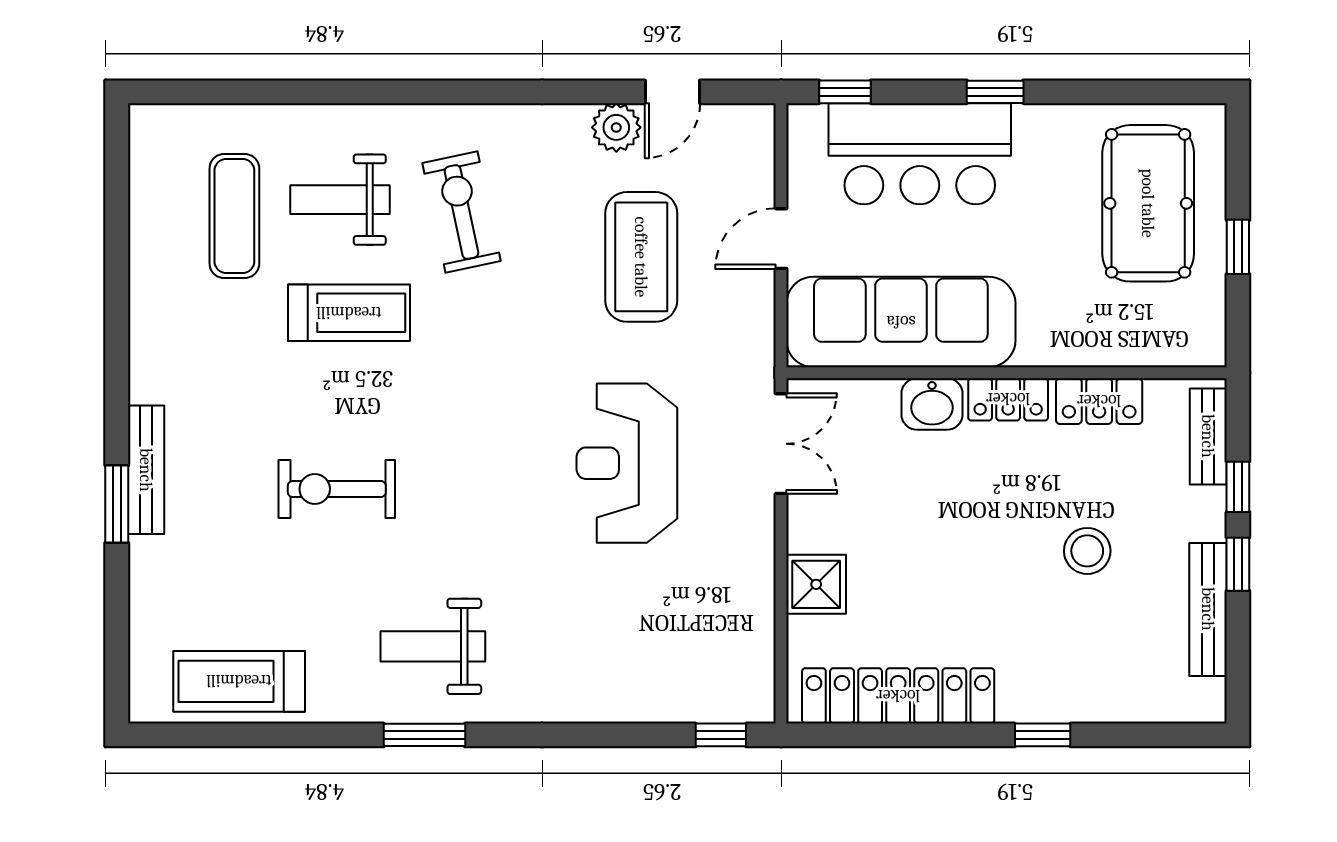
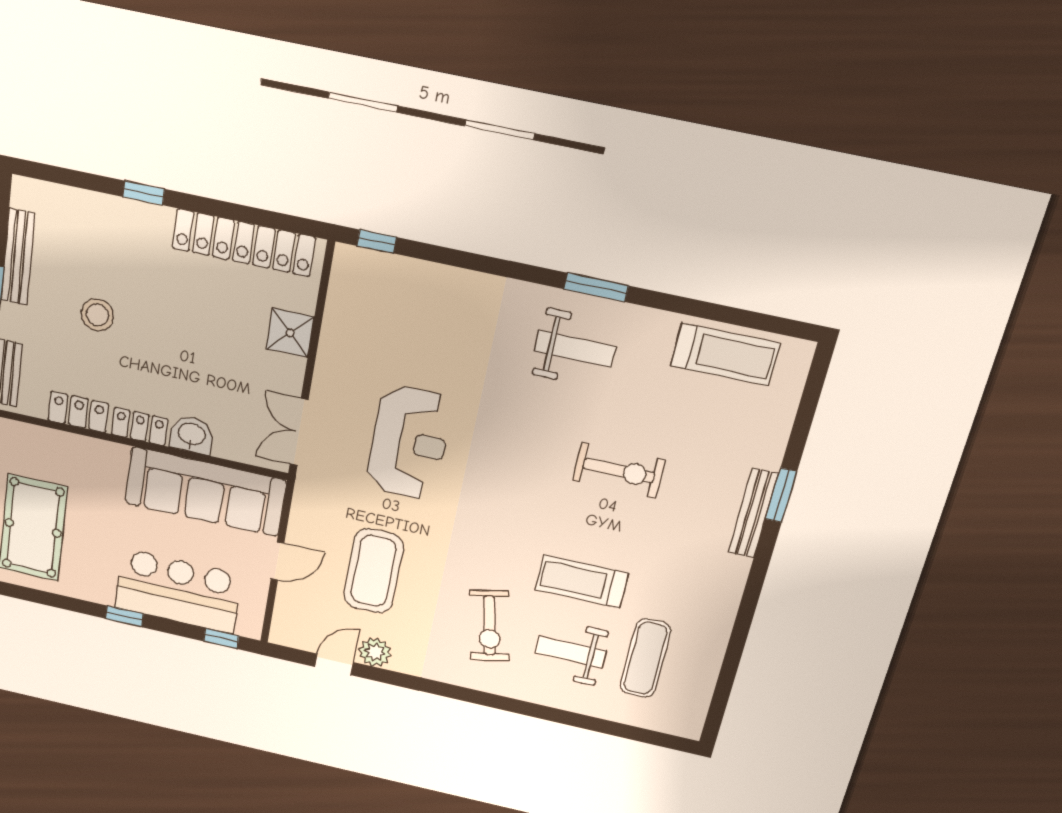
weight bench: (340, 200) -> (570, 652), turned 180

